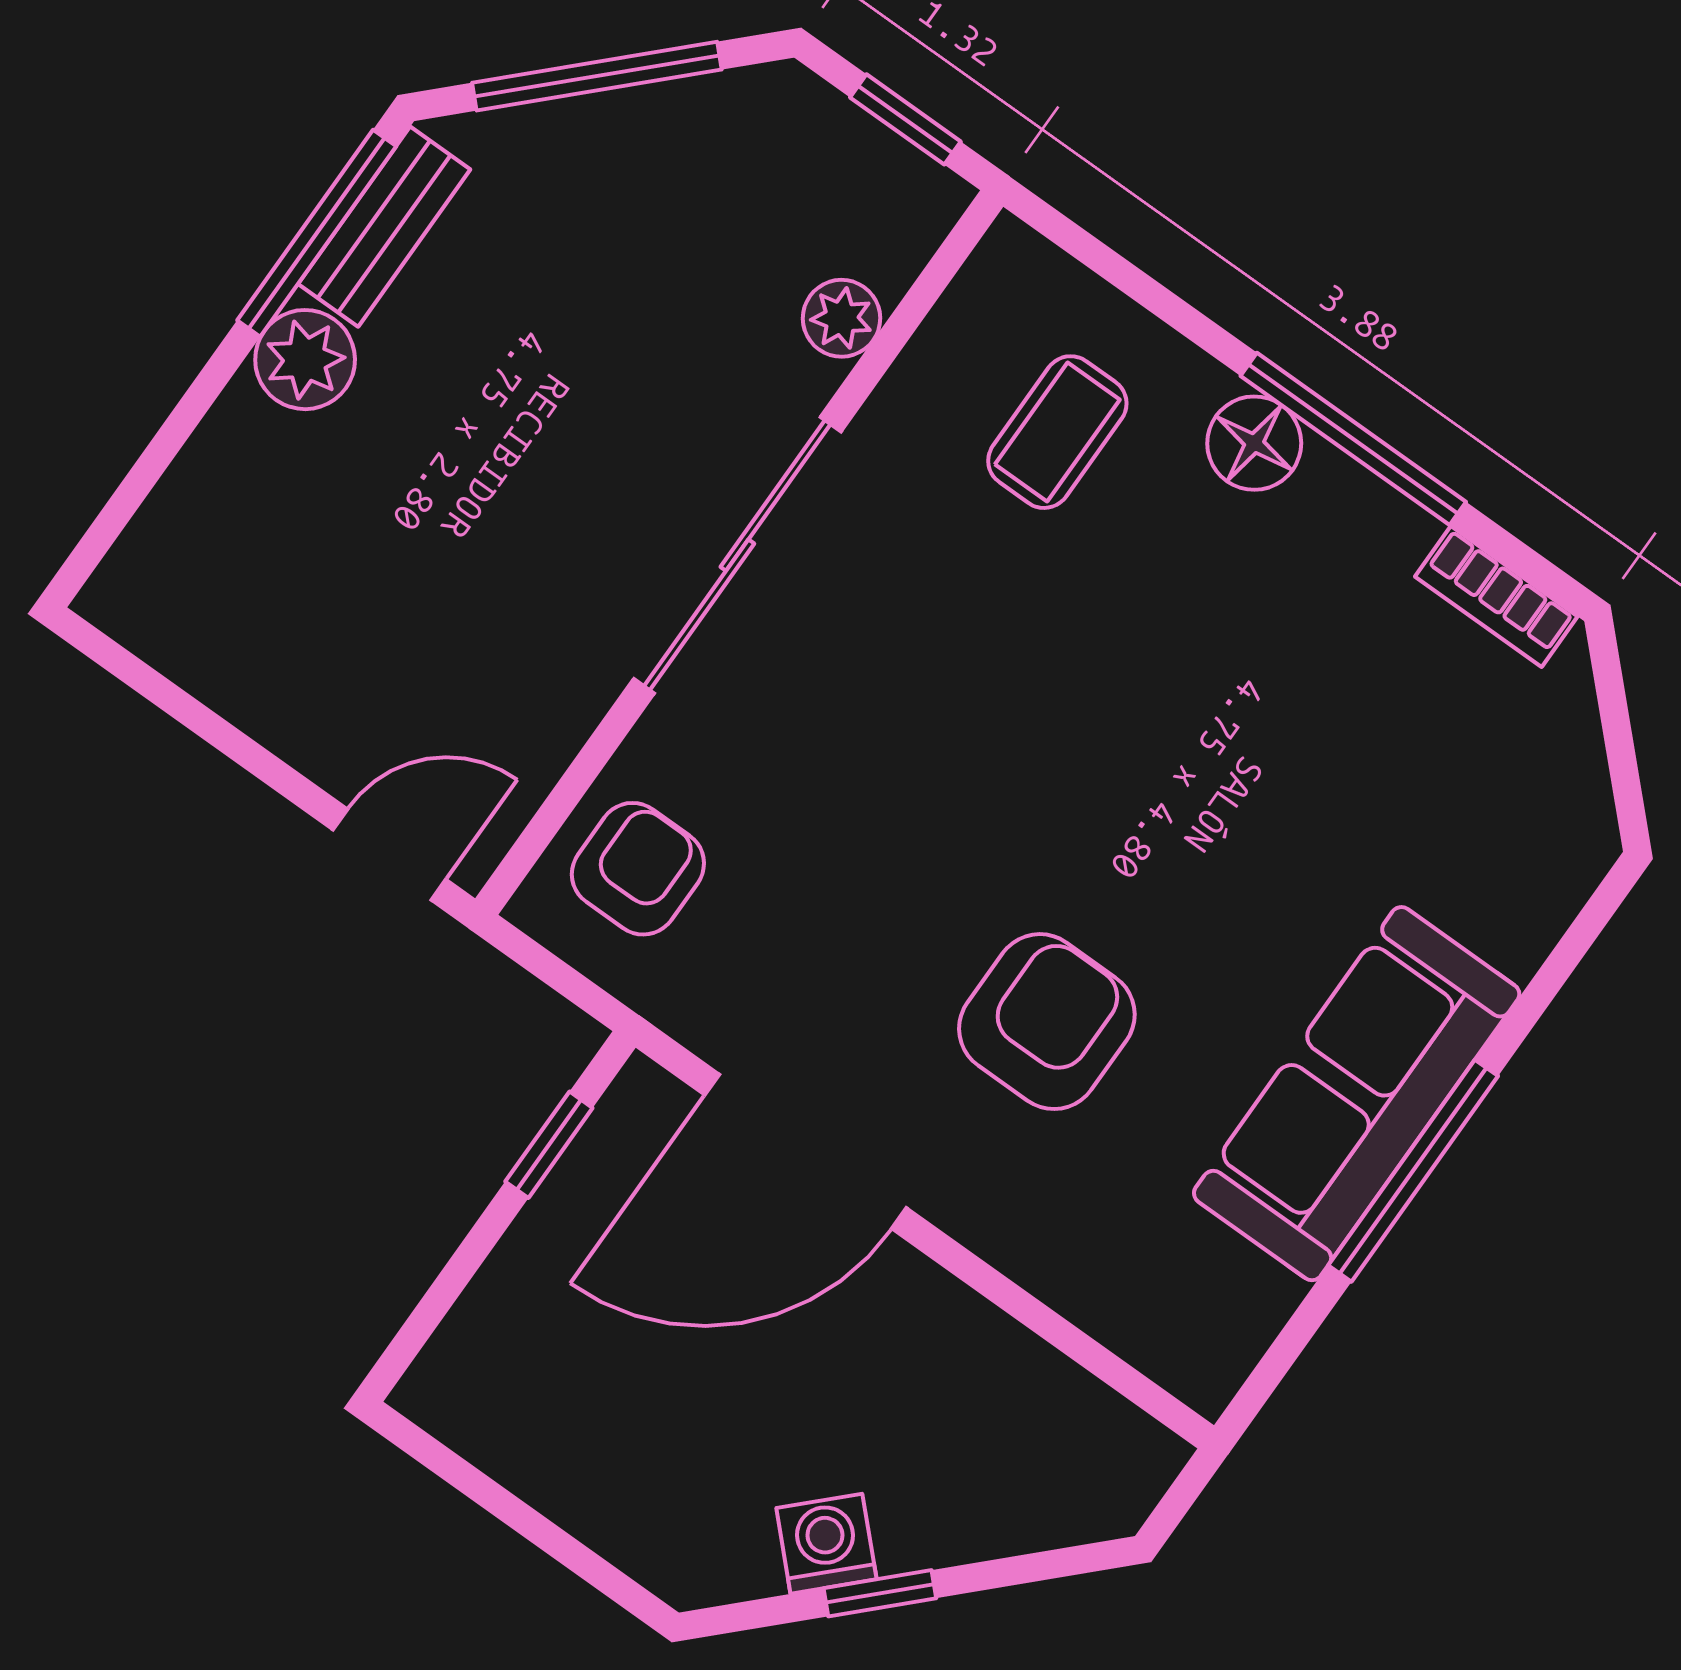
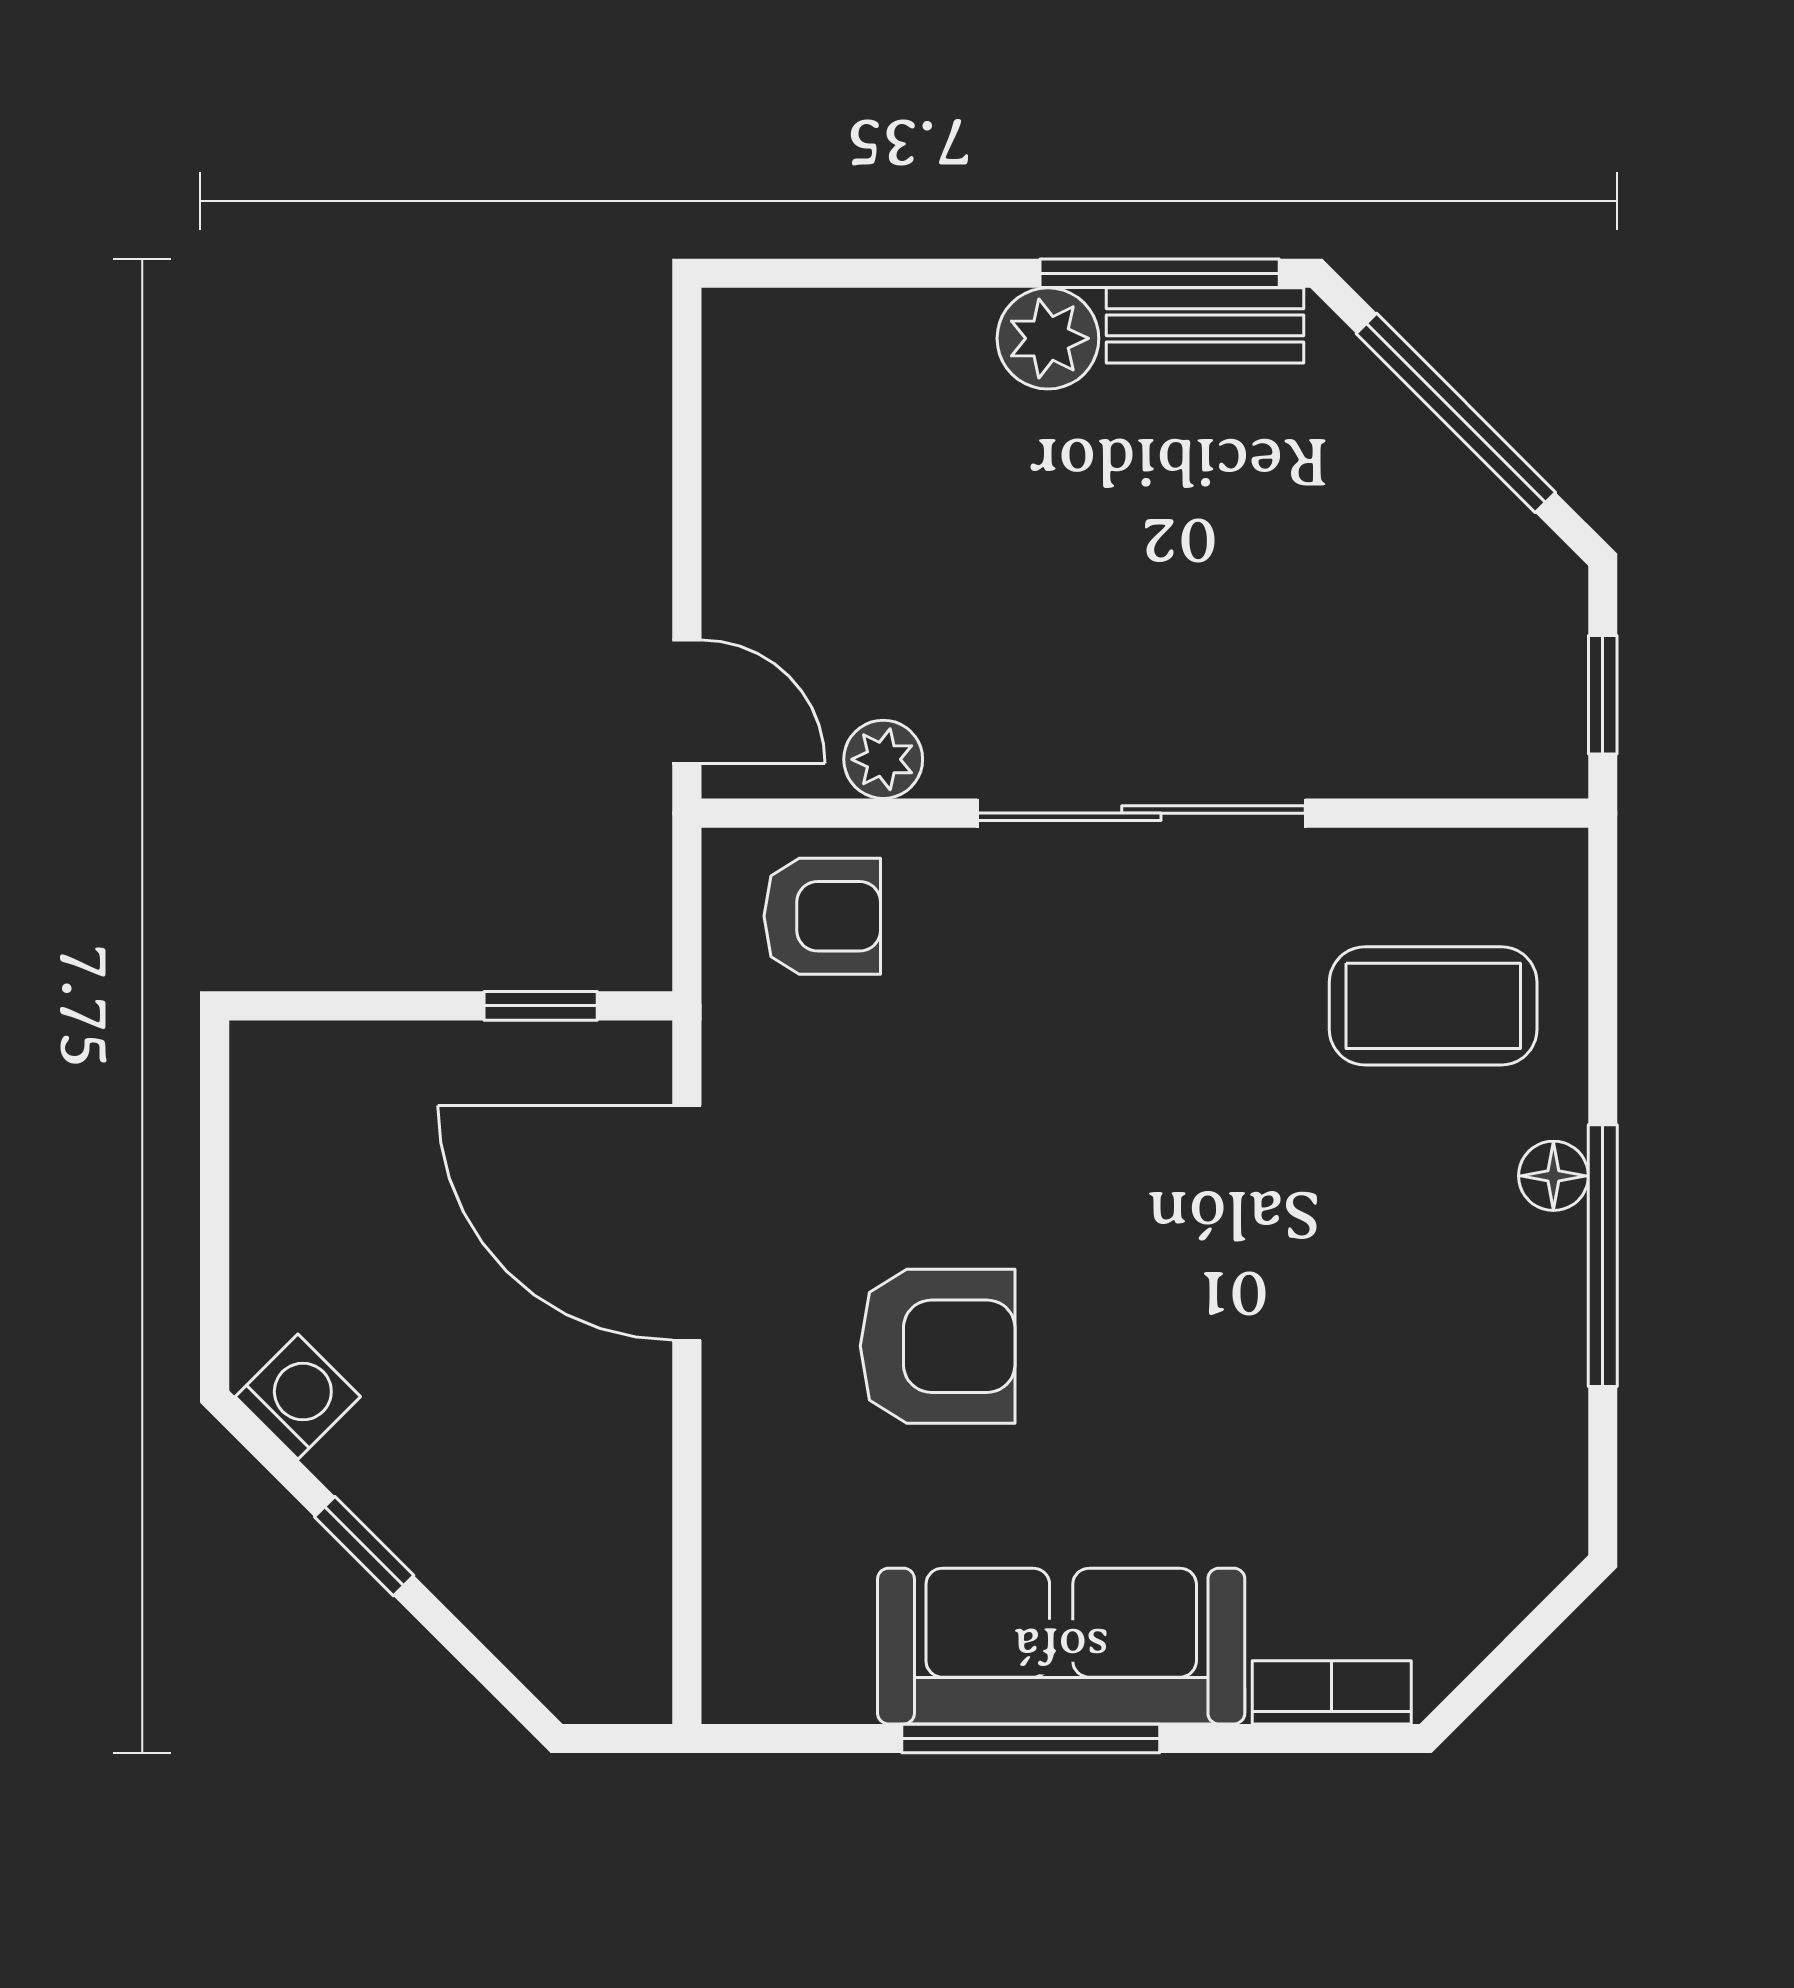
plant: (842, 318) -> (883, 759), moved
coffee table: (1057, 432) -> (1433, 1006), width x1.36, depth x1.30
floor lamp: (1254, 443) -> (1553, 1176), width x0.73, depth x0.73
bookcase: (1496, 597) -> (1332, 1692), moved, turned 90
washing machine: (826, 1544) -> (298, 1397), moved

